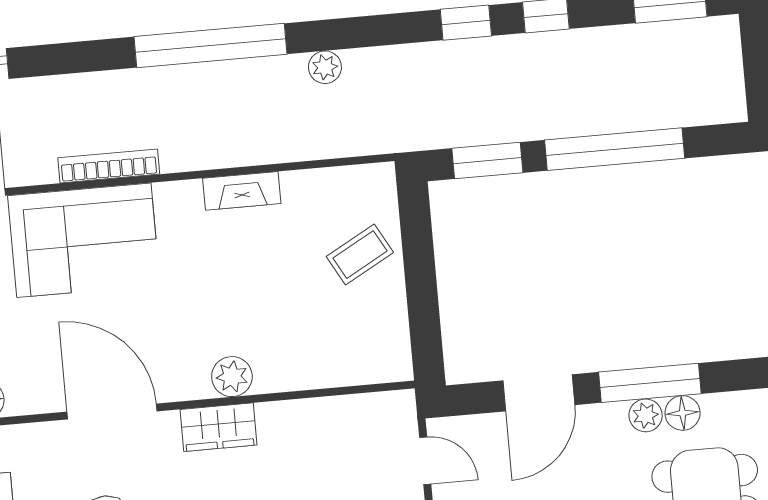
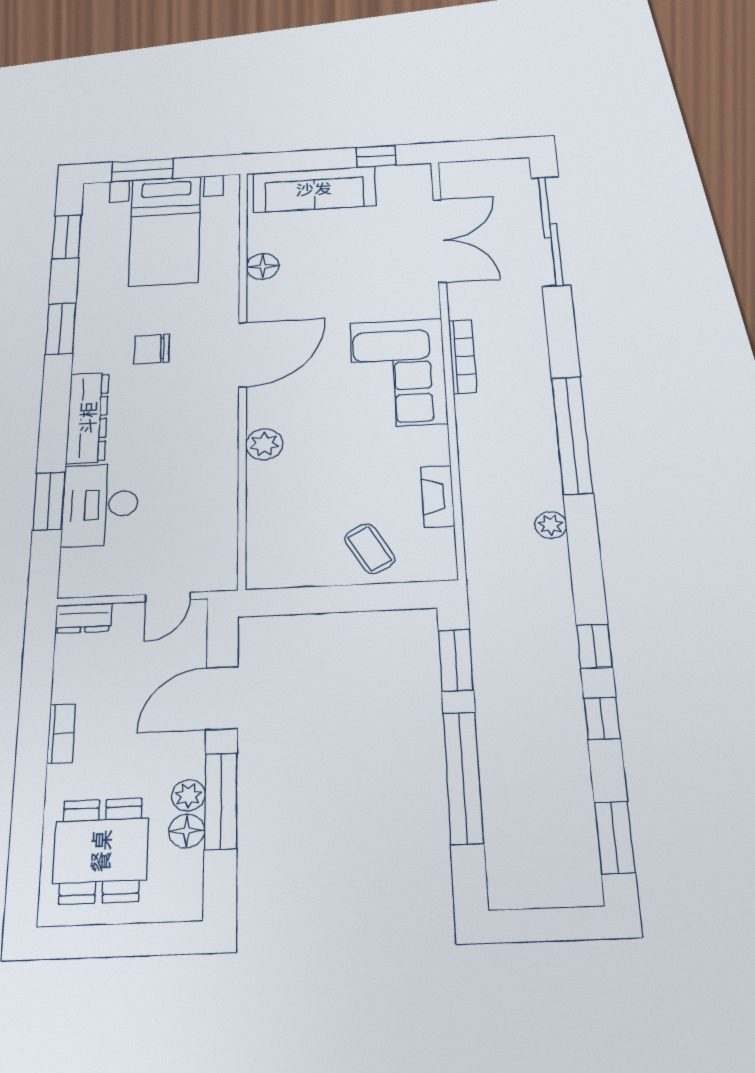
fireplace: (242, 191) -> (438, 496), moved
corner sofa: (84, 240) -> (398, 373), moved
door: (539, 393) -> (222, 698), hinge flipped
wardrobe: (219, 427) -> (219, 433), removed

